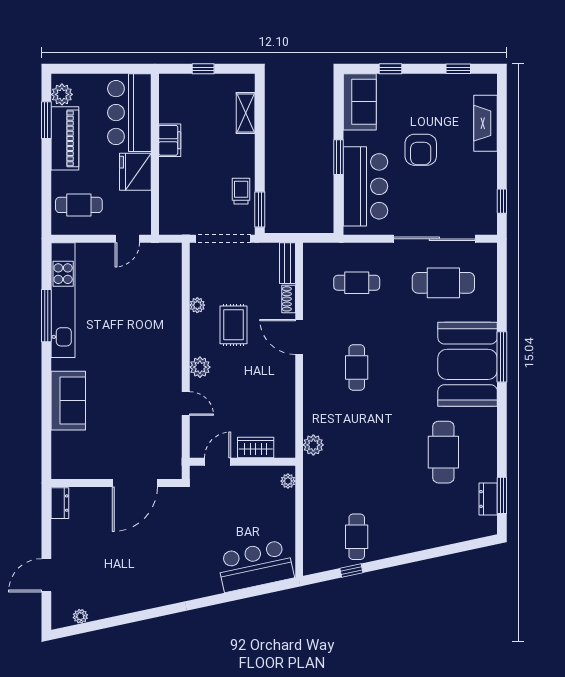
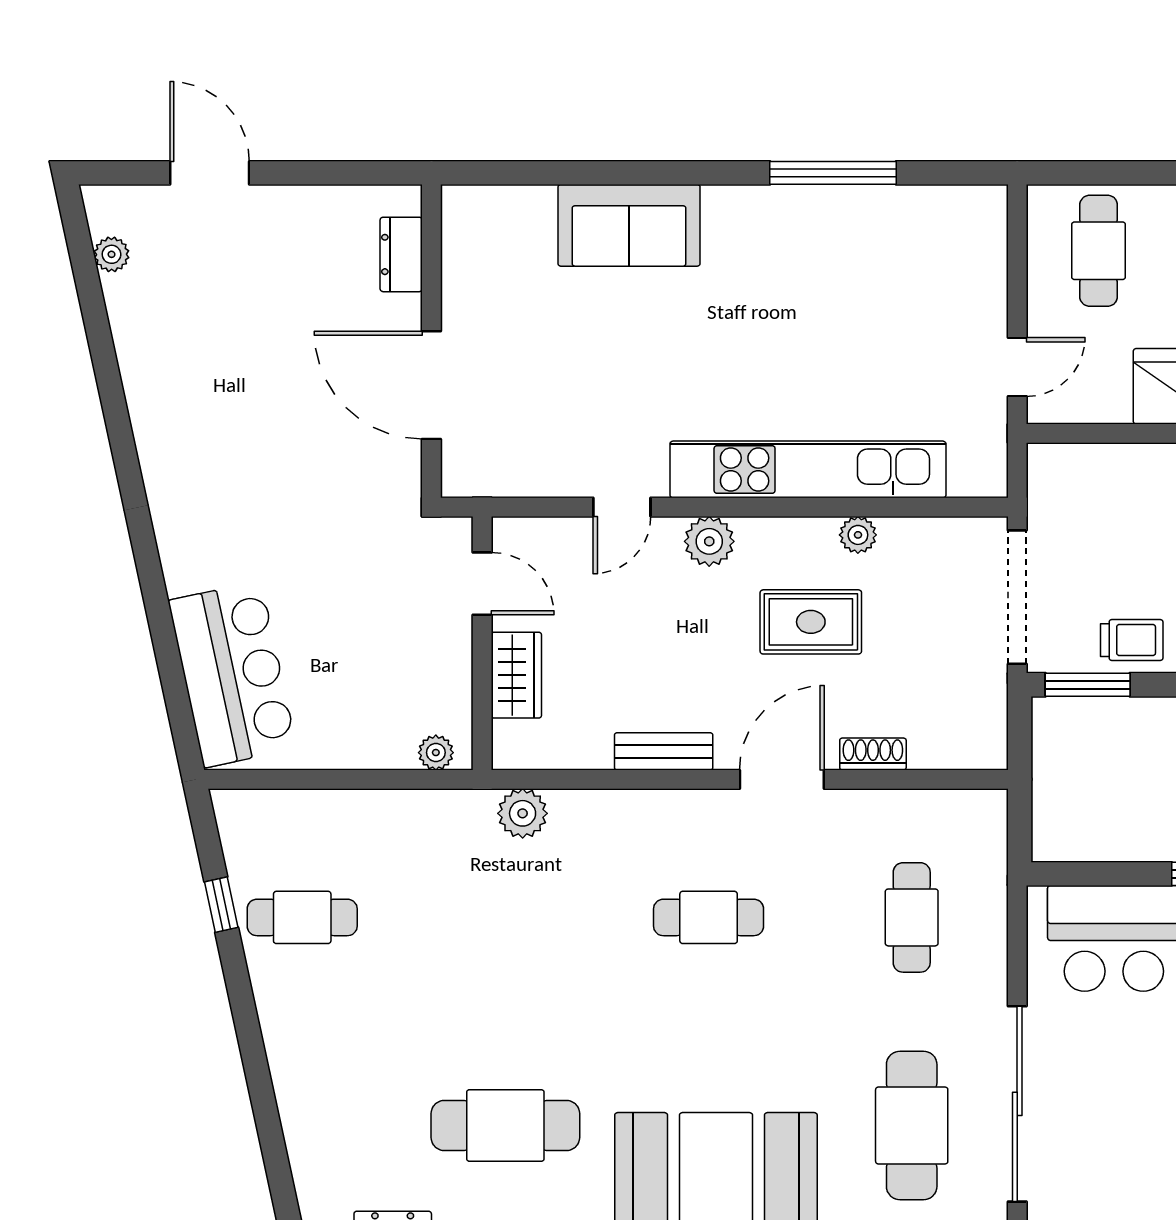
door: (127, 239) -> (1017, 367), swing flipped
bench: (287, 263) -> (664, 751), moved
kitchen unit: (63, 300) -> (808, 469), moved, turned 180
dresser: (60, 503) -> (401, 254), moved, turned 90

